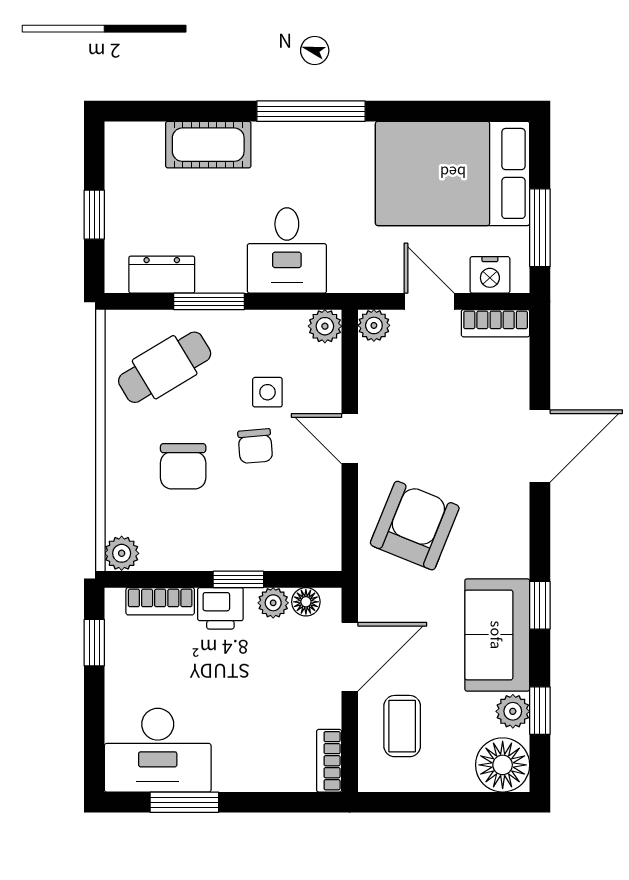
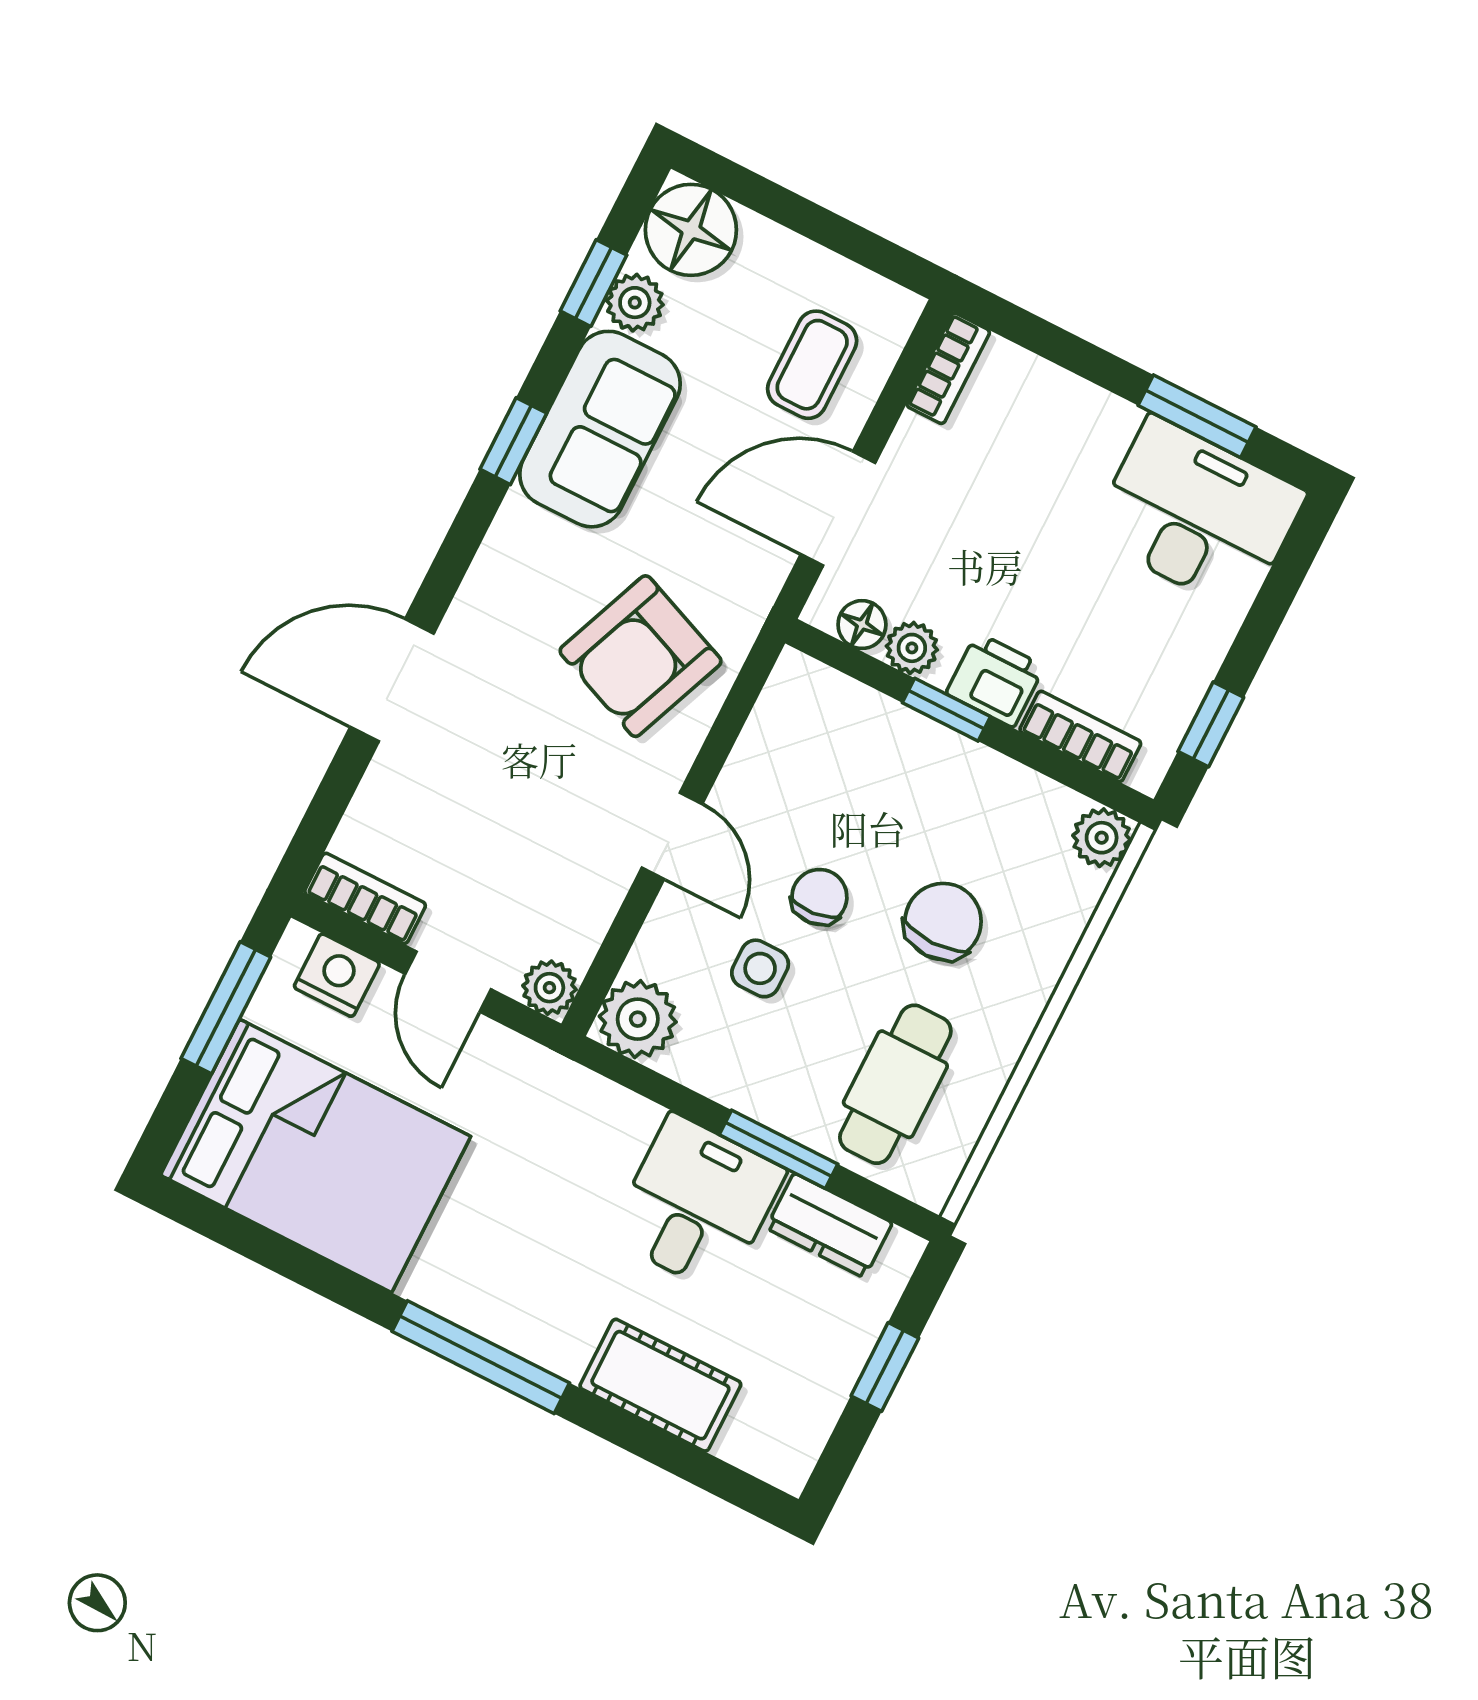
desk: (287, 250) -> (697, 1204), moved
plant: (325, 326) -> (638, 1019), width x1.38, depth x1.38
cafe table: (165, 367) -> (895, 1084), turned -59

